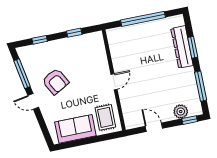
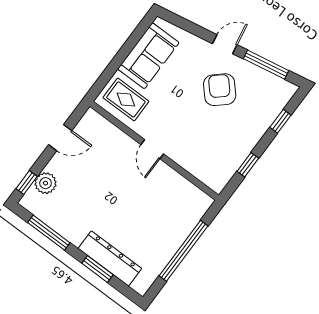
armchair: (55, 82) -> (220, 90), turned 77

